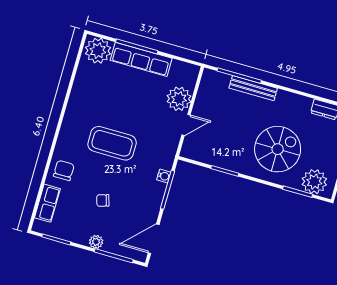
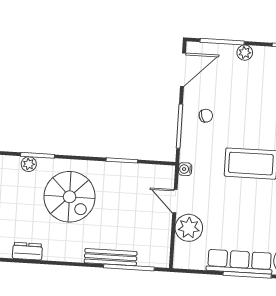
door: (186, 125) -> (175, 201), hinge flipped
spiral stairs: (278, 149) -> (70, 197), turned -90
water cooler: (164, 176) -> (185, 169), moved
plant: (314, 182) -> (29, 164), width x0.53, depth x0.53
chair: (103, 200) -> (206, 116), moved

